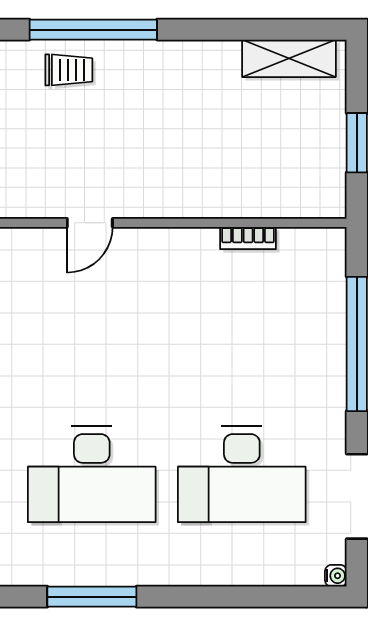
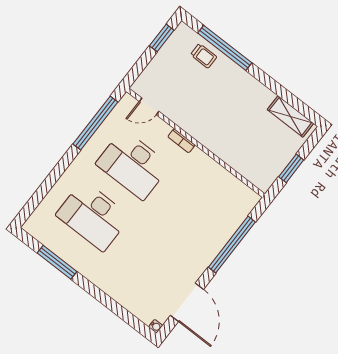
door: (90, 223) -> (149, 106), moved
bookcase: (248, 238) -> (181, 141), moved
desk: (242, 474) -> (133, 165), moved

